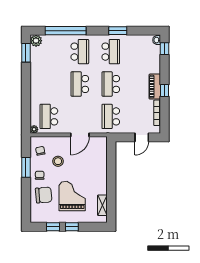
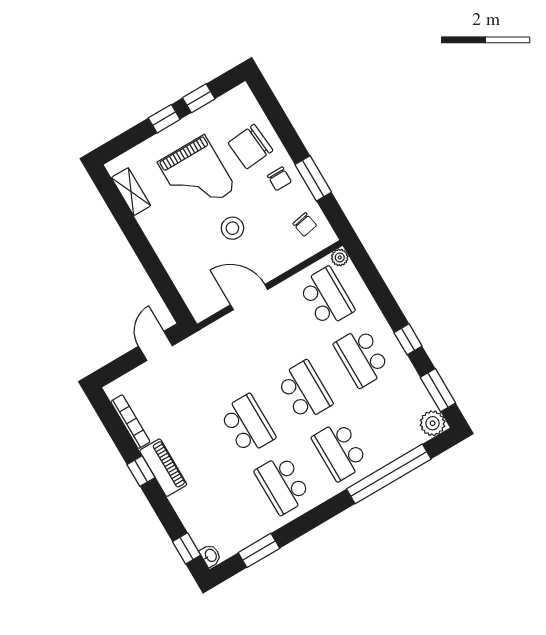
window: (118, 31) -> (259, 550), moved
window: (26, 80) -> (408, 339), added
school desk: (111, 116) -> (362, 357), moved, turned 180
door: (80, 135) -> (249, 297), hinge flipped
door: (142, 137) -> (155, 346), moved
stool: (58, 161) -> (232, 228), moved

